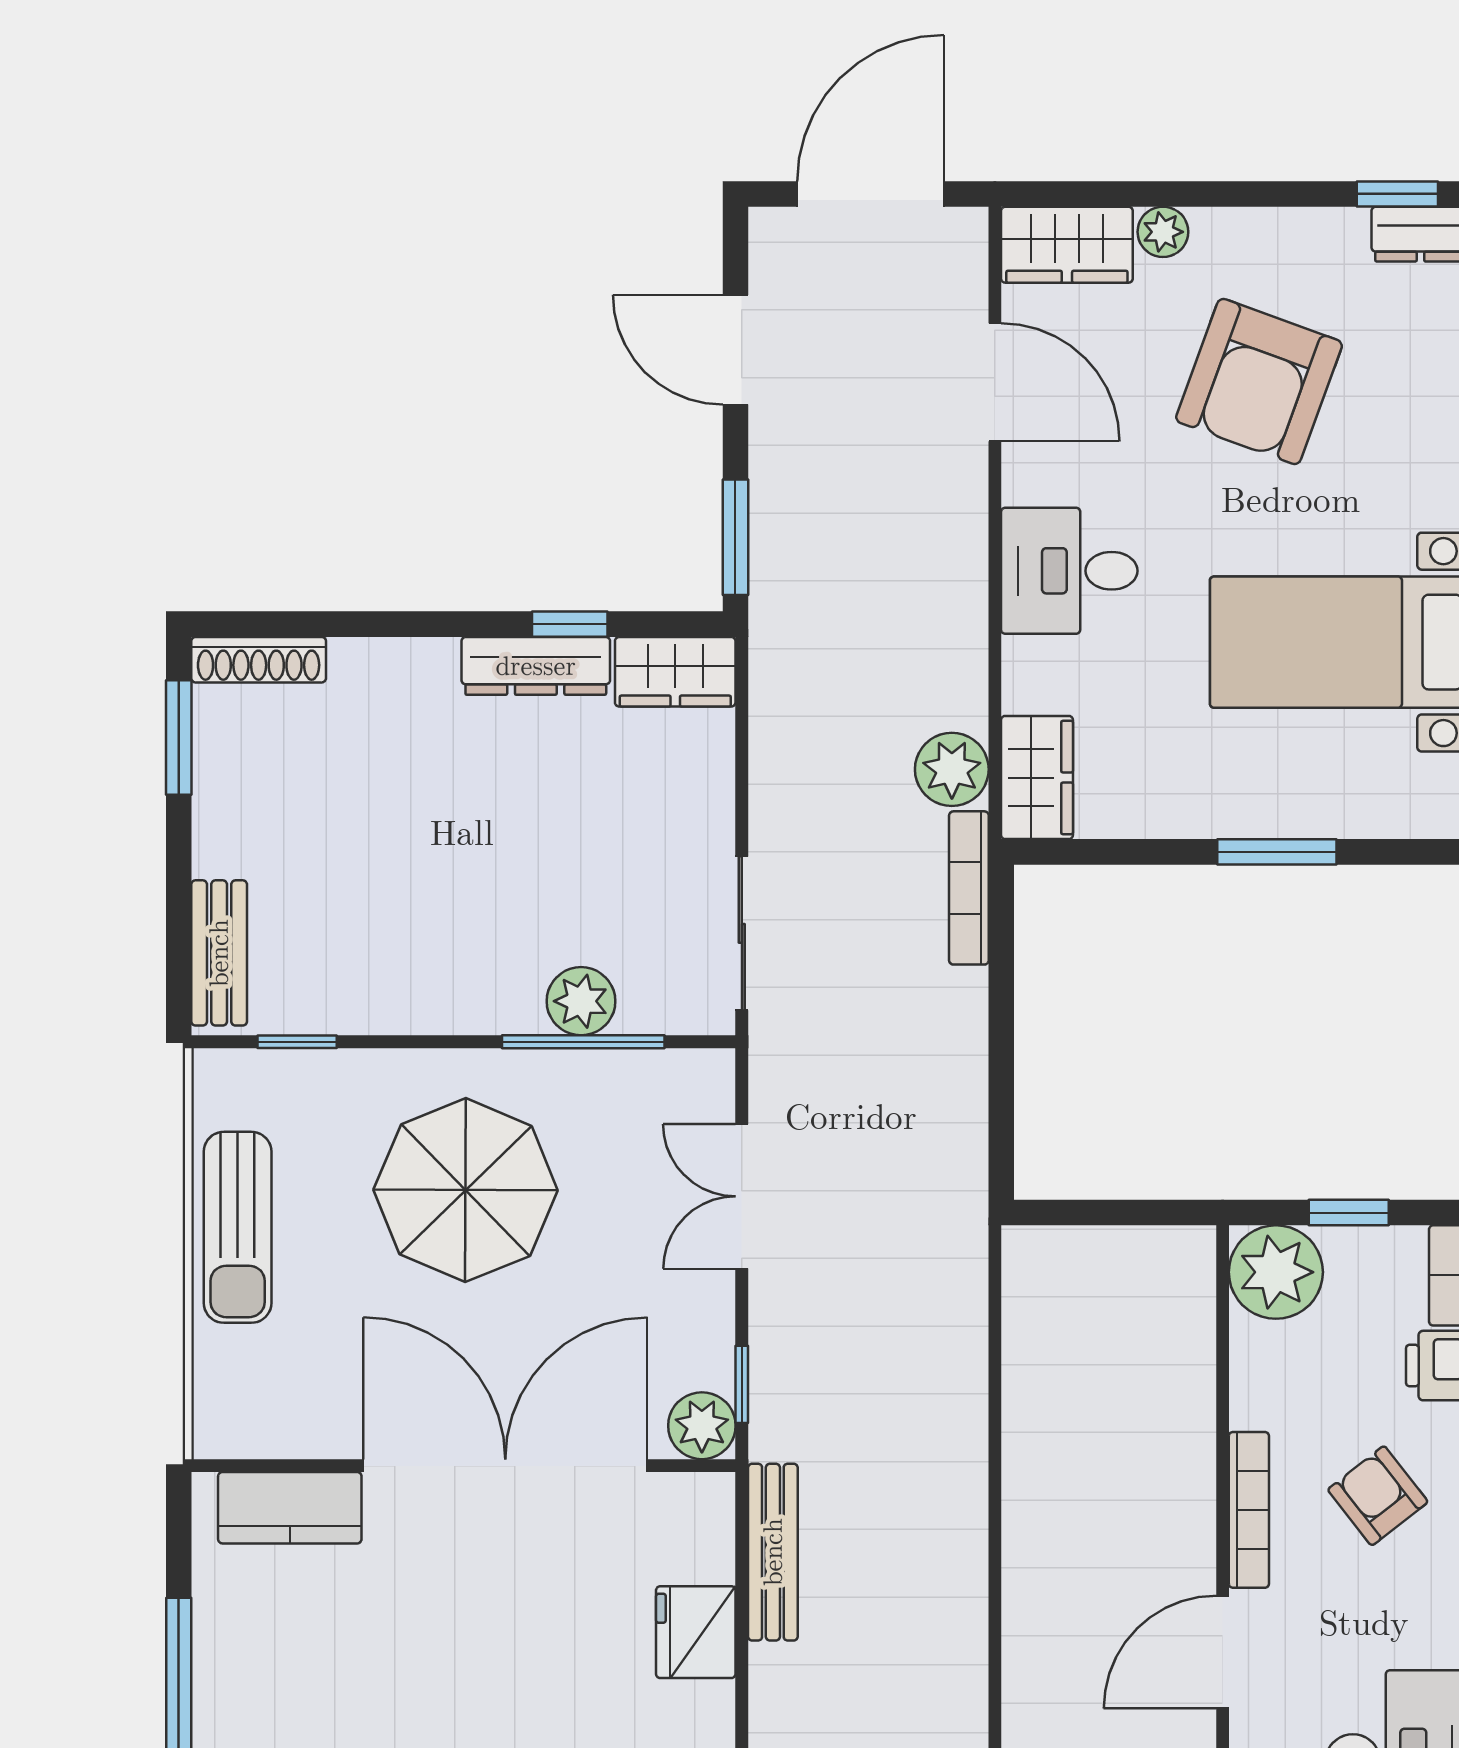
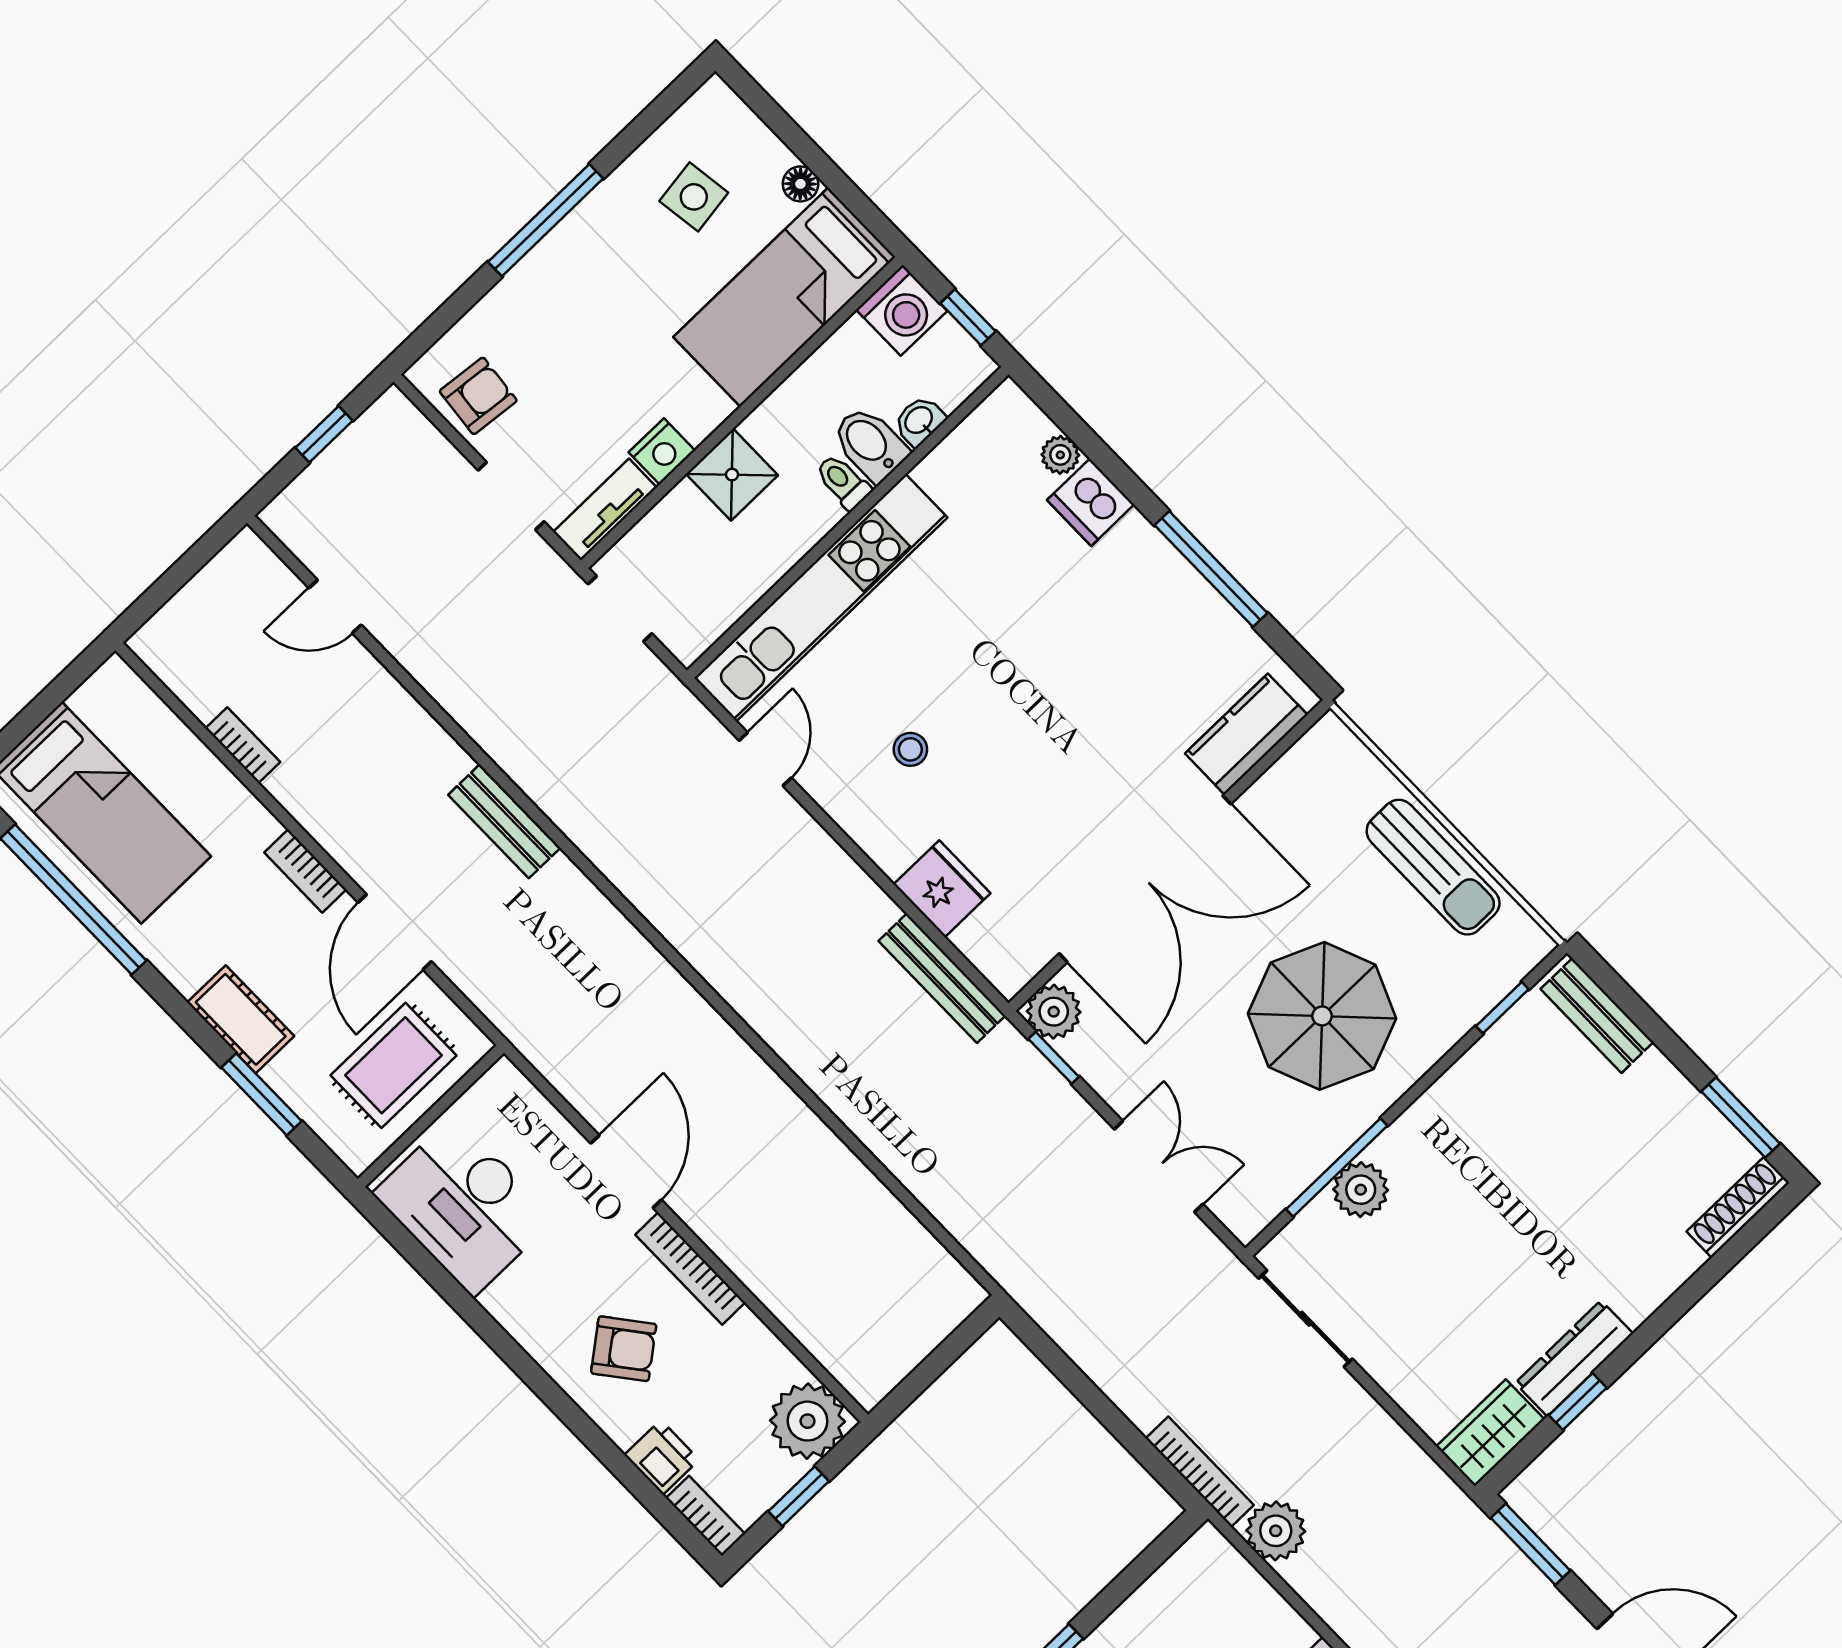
wardrobe: (1037, 778) -> (1222, 1574), removed
sun lounger: (238, 1227) -> (1433, 867), turned 180

